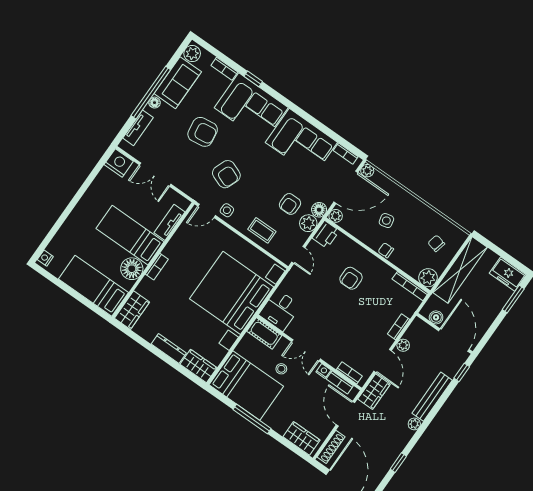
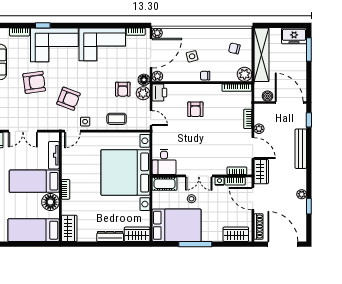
plant: (414, 424) -> (302, 194), moved

